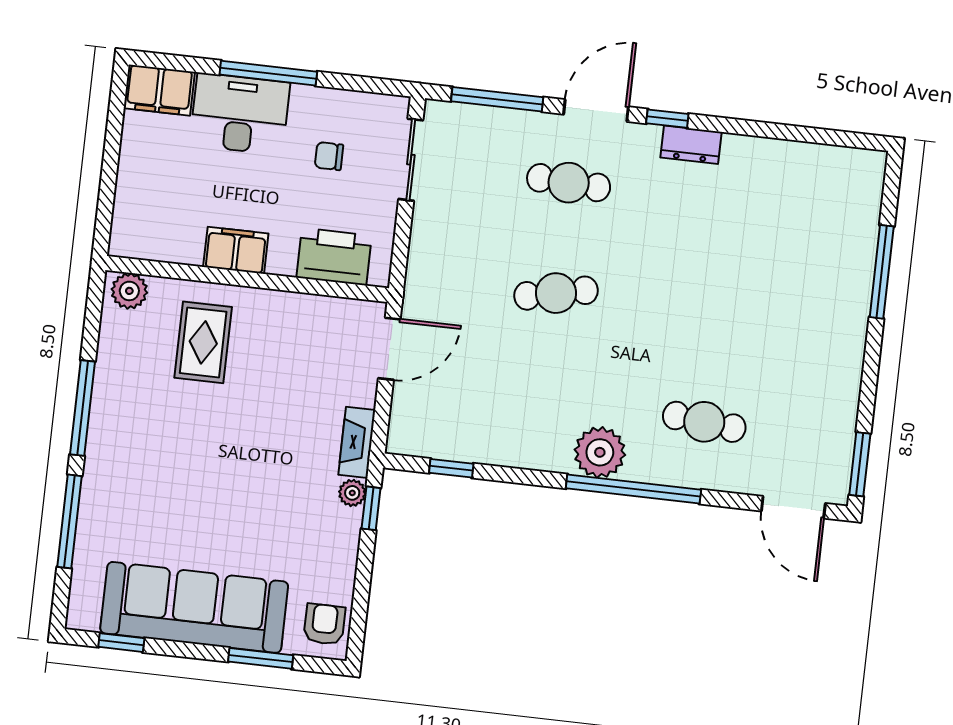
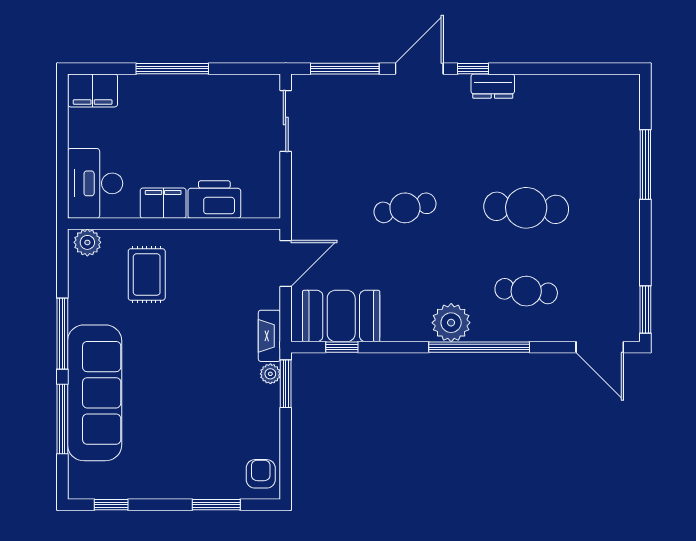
desk: (240, 114) -> (95, 183), moved, turned -90
chair: (329, 156) -> (224, 125), removed
cafe table: (569, 183) -> (526, 208), moved, width x1.37, depth x1.35
printer: (334, 257) -> (214, 200), moved
booth: (455, 427) -> (341, 316), added
window: (371, 508) -> (286, 384), width x1.50
sofa: (194, 607) -> (95, 393), moved, turned 90

